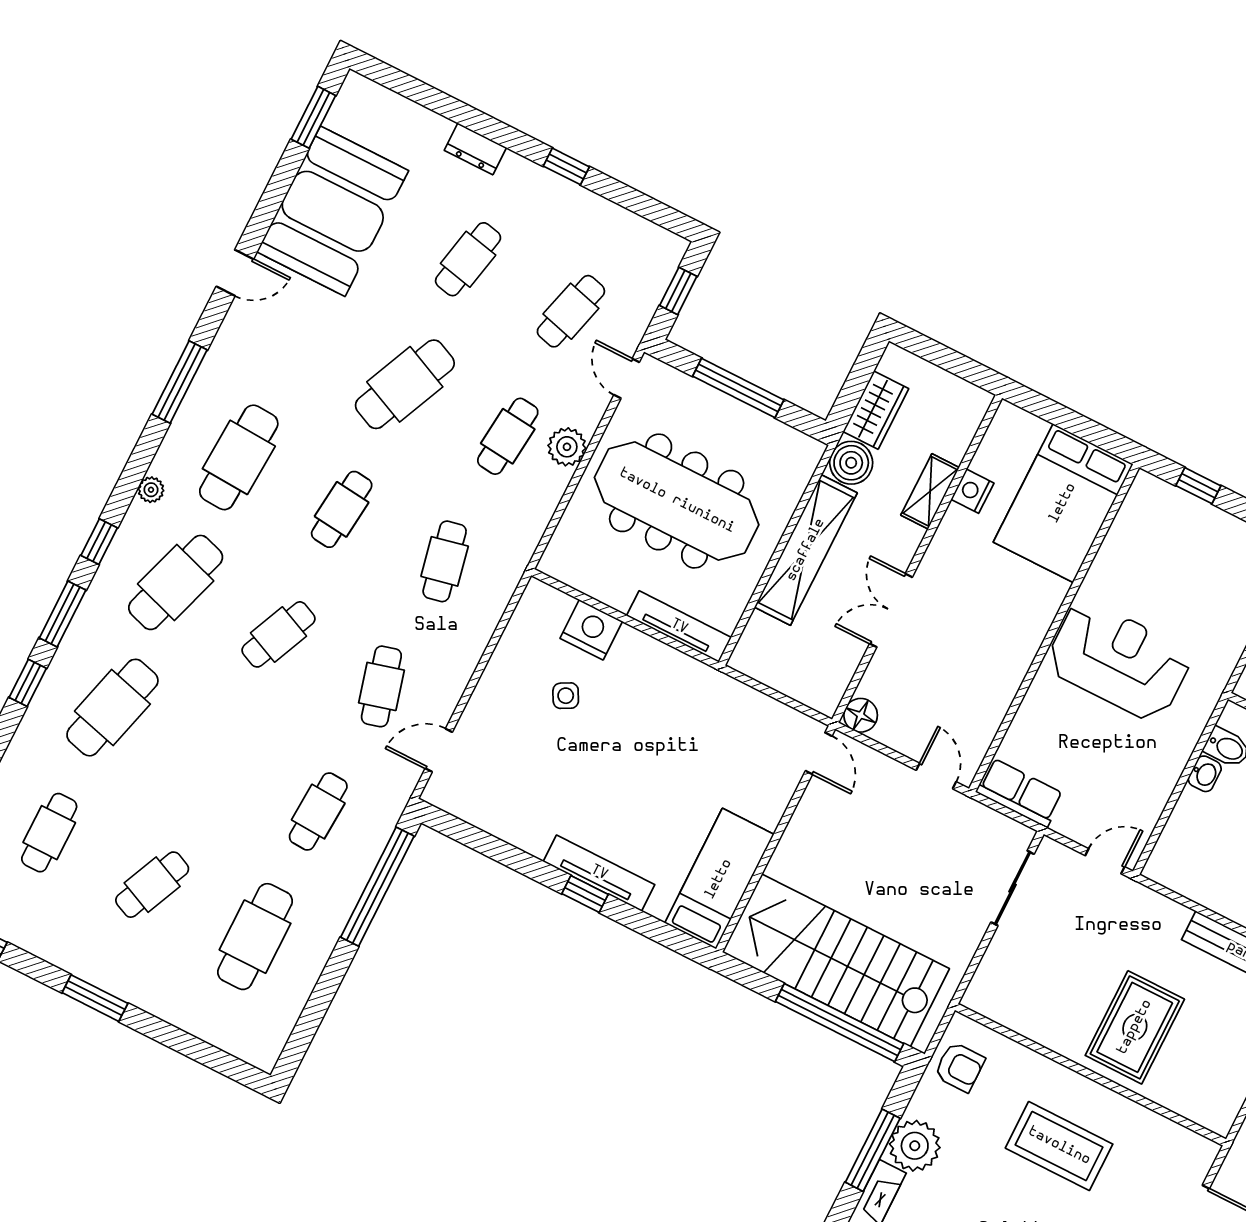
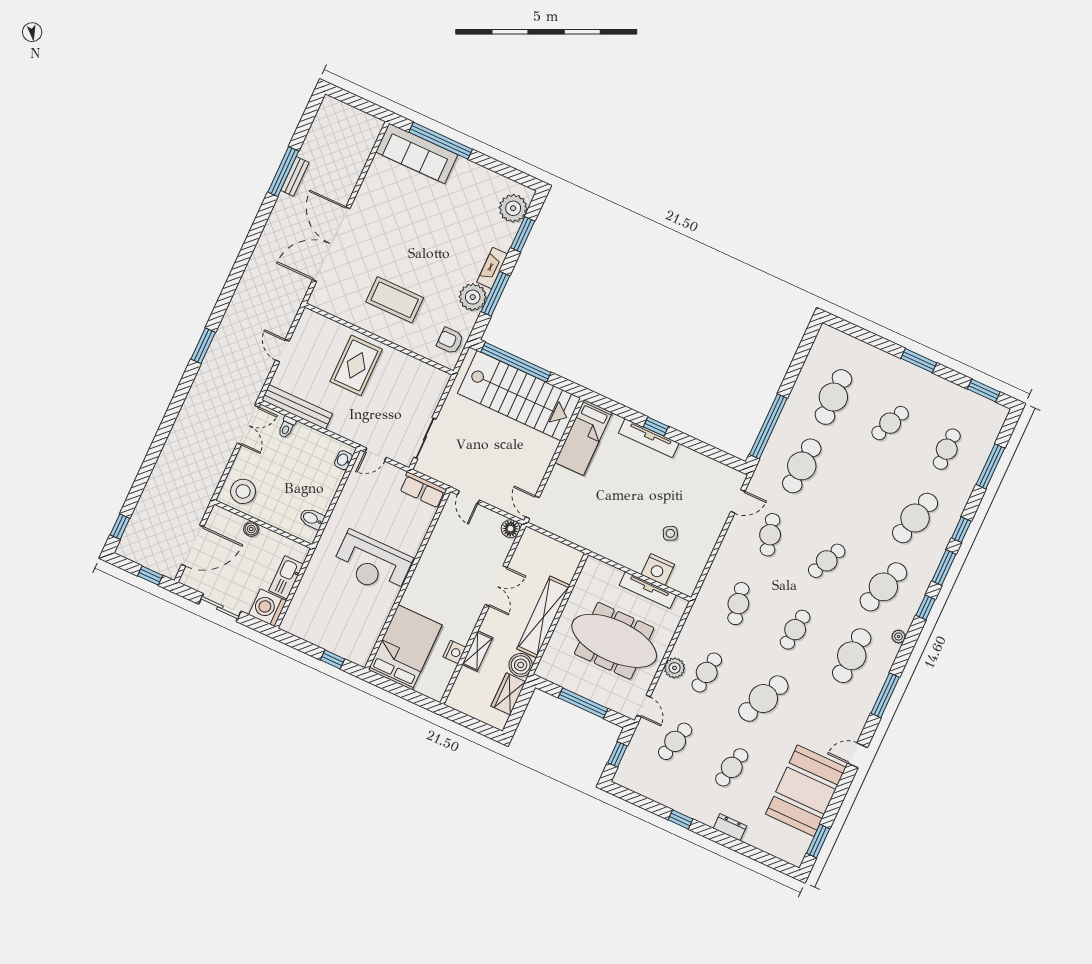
tv unit: (679, 627) -> (648, 590), moved
washbasin: (1205, 774) -> (343, 460), moved
cafe table: (318, 811) -> (802, 466), width x1.37, depth x1.35

